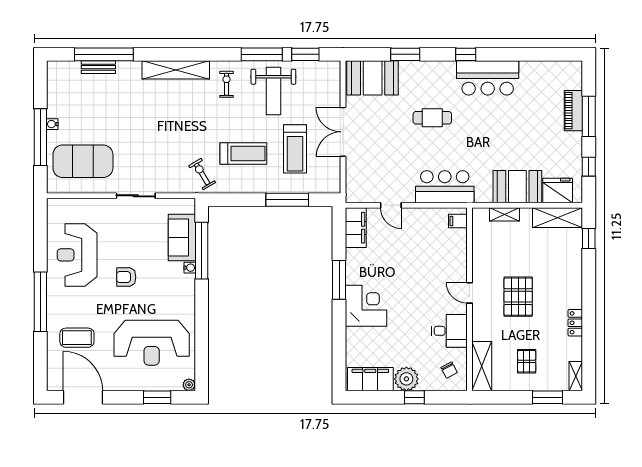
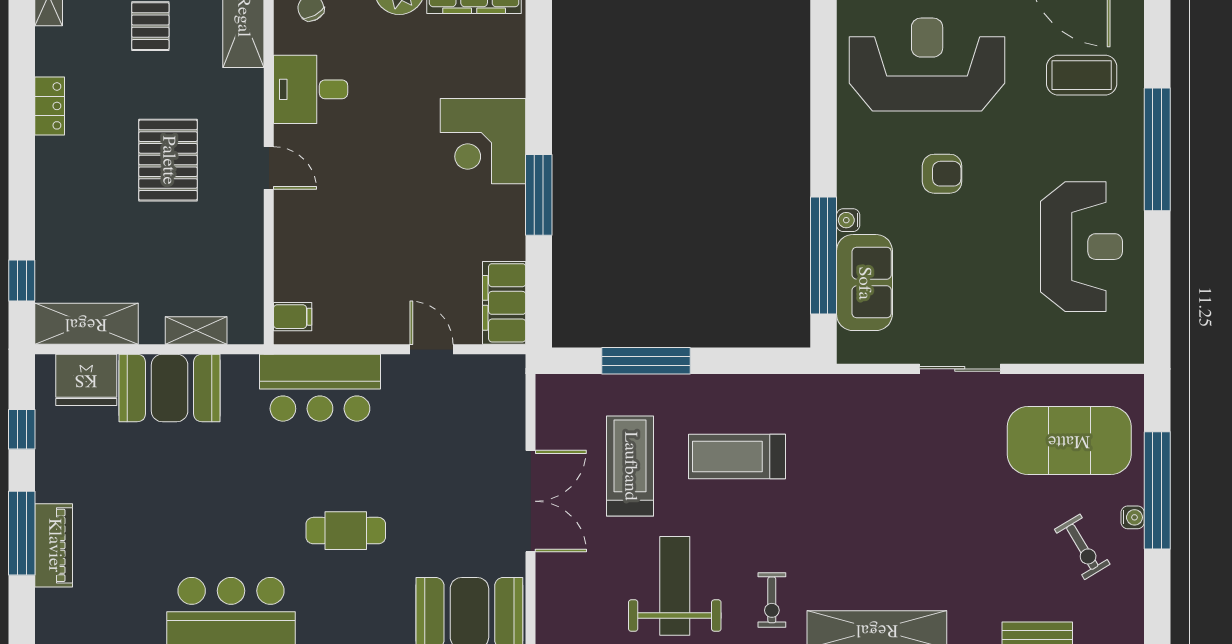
exercise bike: (202, 174) -> (1082, 547), moved
armchair: (126, 277) -> (942, 174), moved

